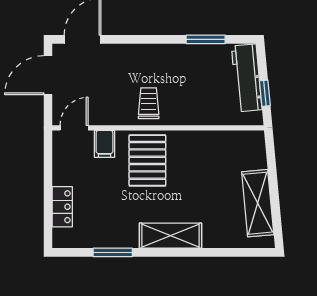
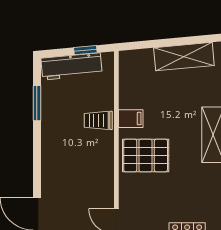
trolley: (149, 103) -> (98, 120), moved
filing cabinet: (104, 144) -> (131, 119), moved

